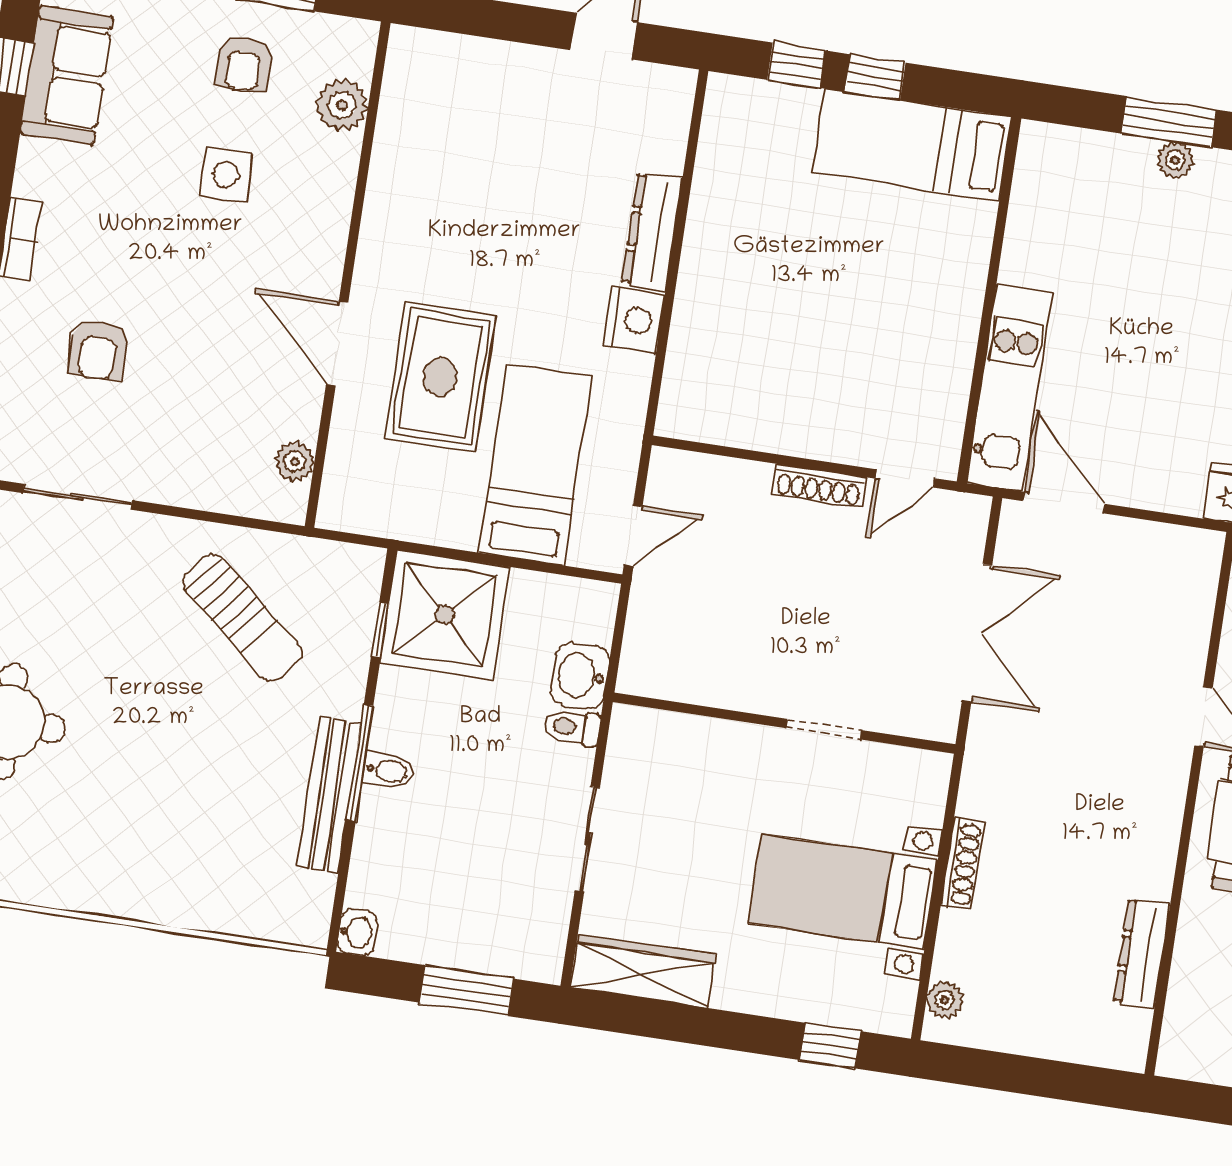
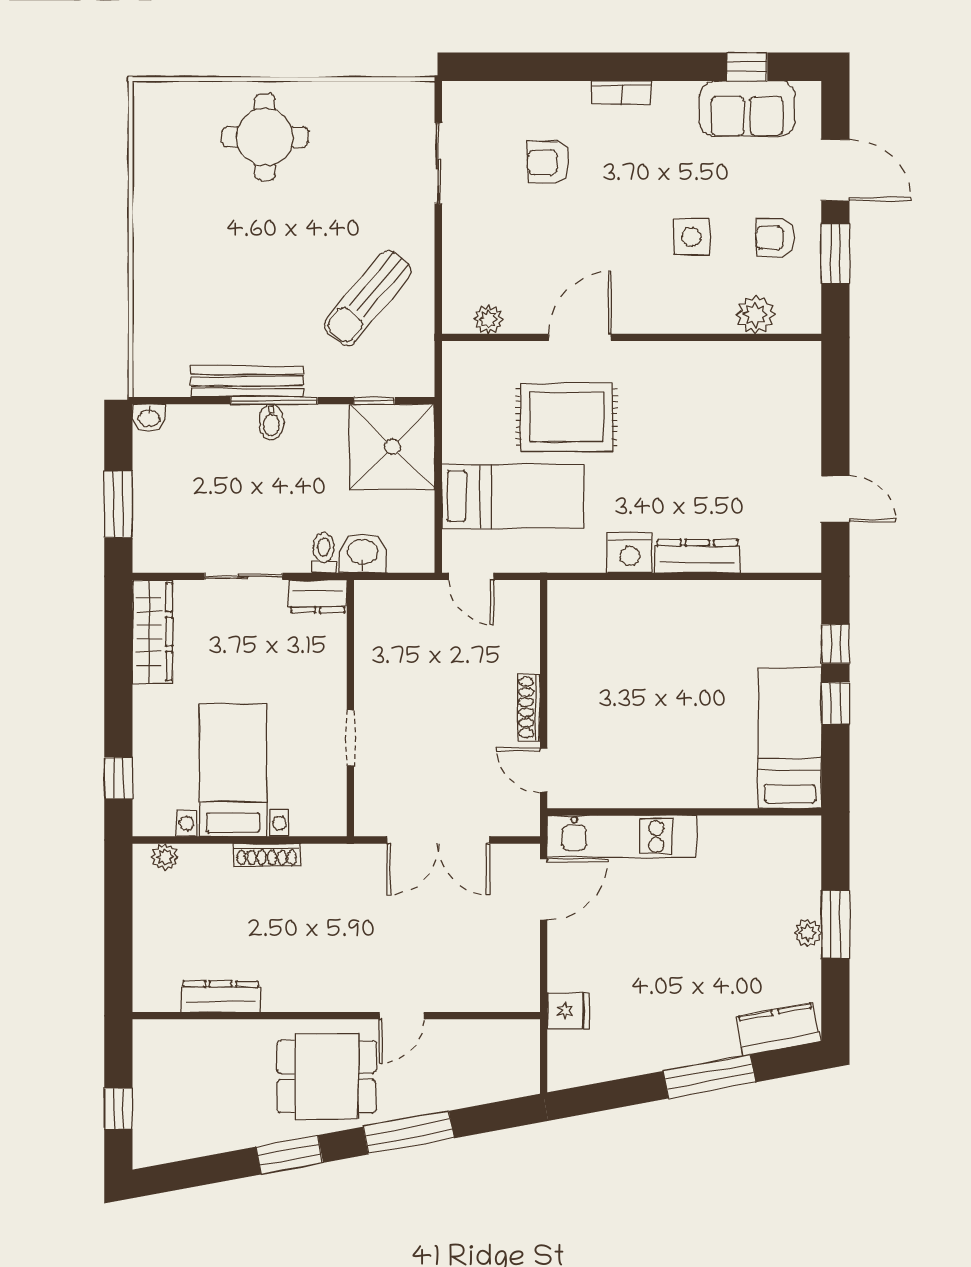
dresser: (629, 744) -> (318, 596), added

